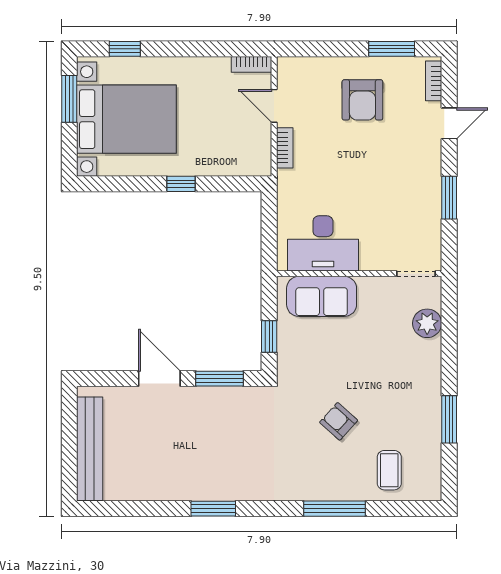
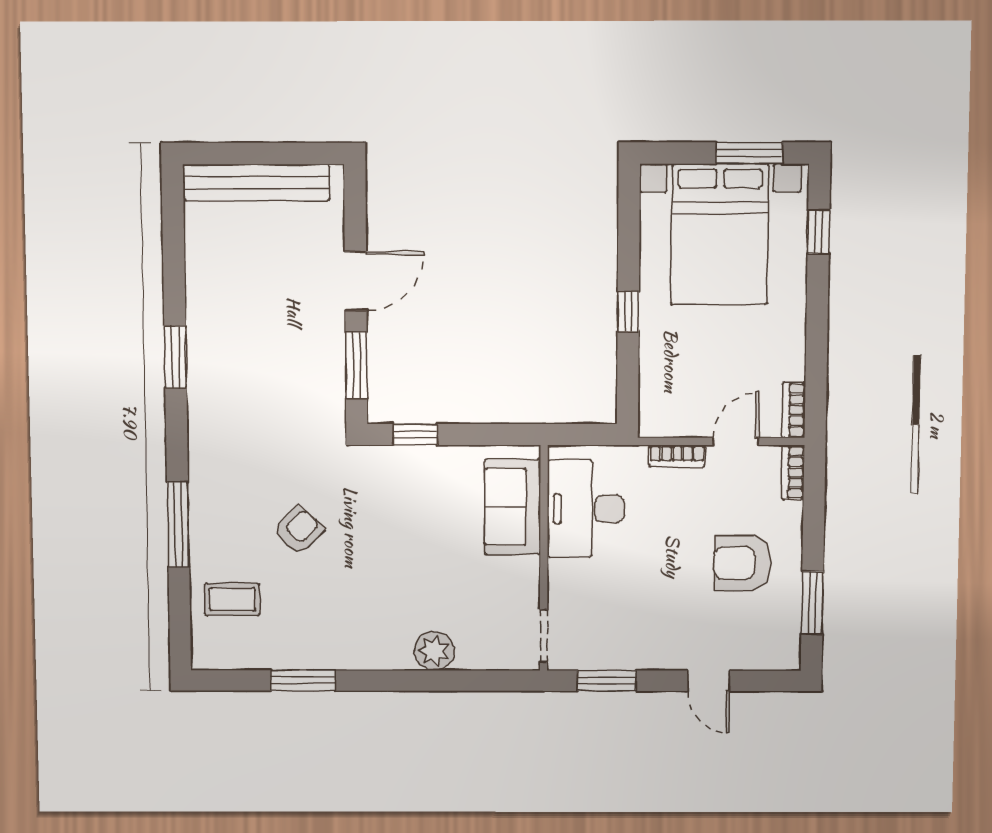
bookcase: (434, 81) -> (793, 472), moved, turned -90
desk: (323, 243) -> (586, 509), moved
wall: (359, 274) -> (544, 558), moved
doorway: (416, 274) -> (544, 636), moved
sofa: (322, 296) -> (513, 507), moved

